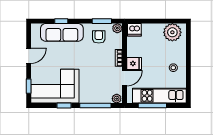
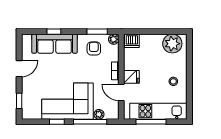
door: (124, 78) -> (121, 92), swing flipped
corner sofa: (55, 86) -> (68, 101), moved
plant: (117, 99) -> (99, 114), moved

